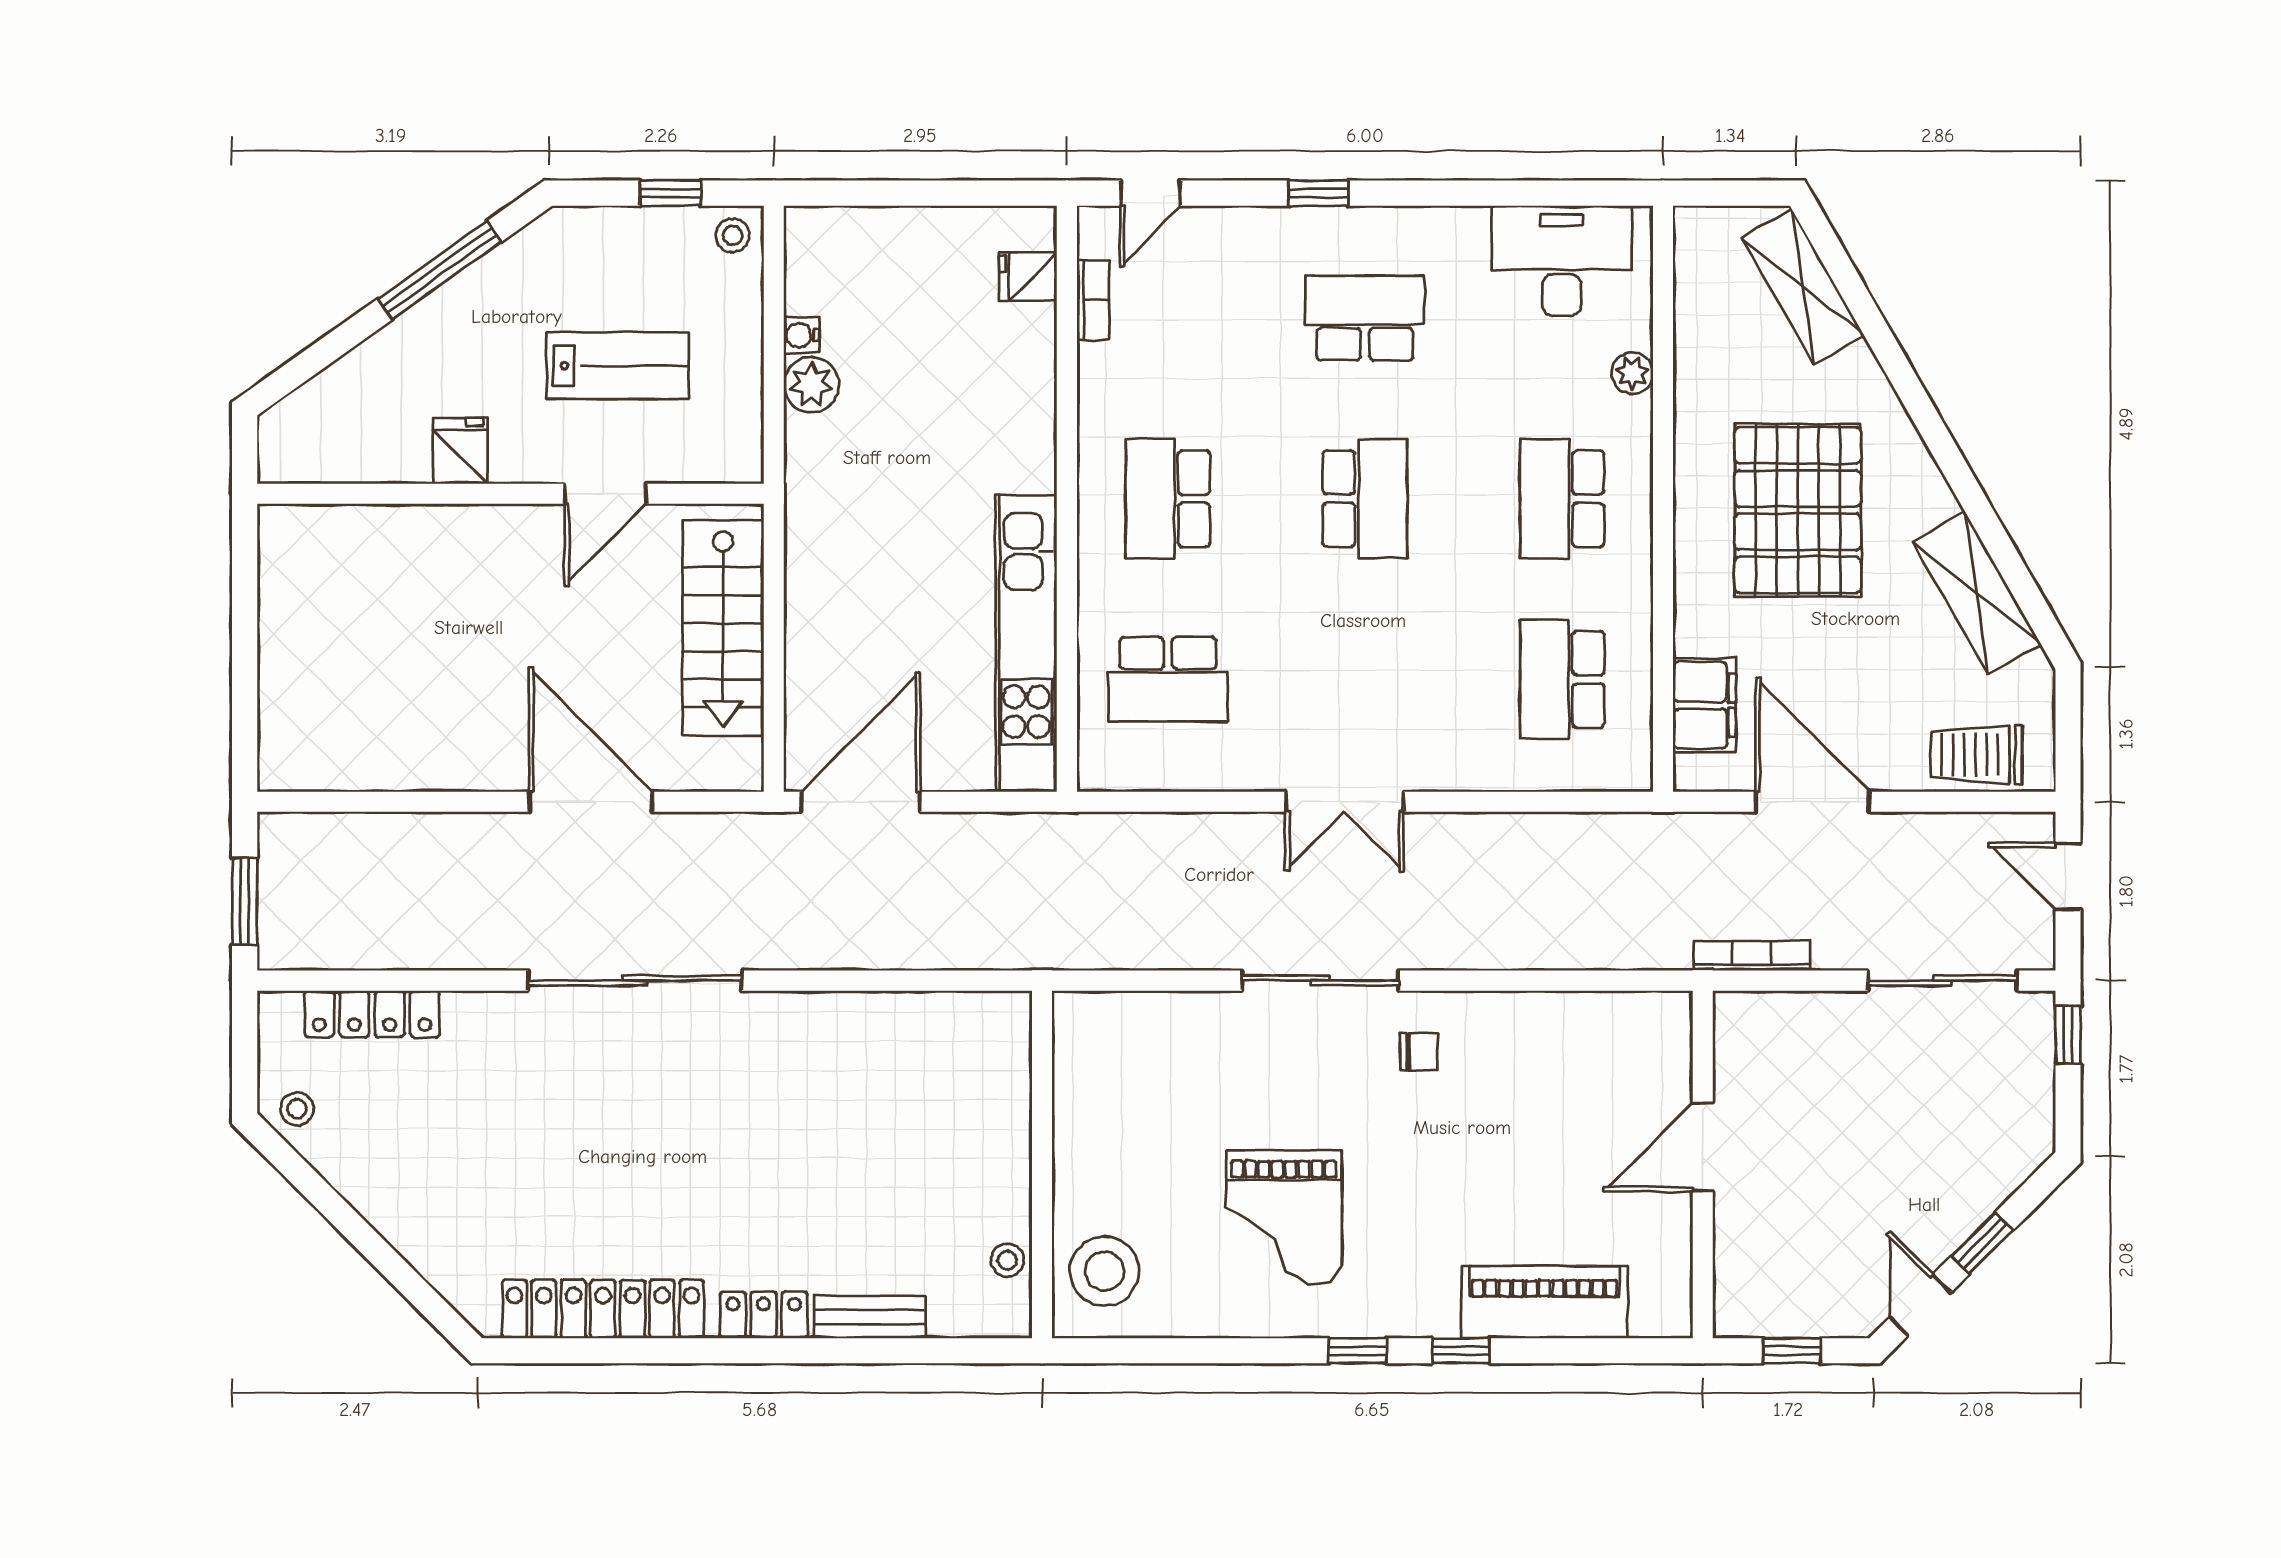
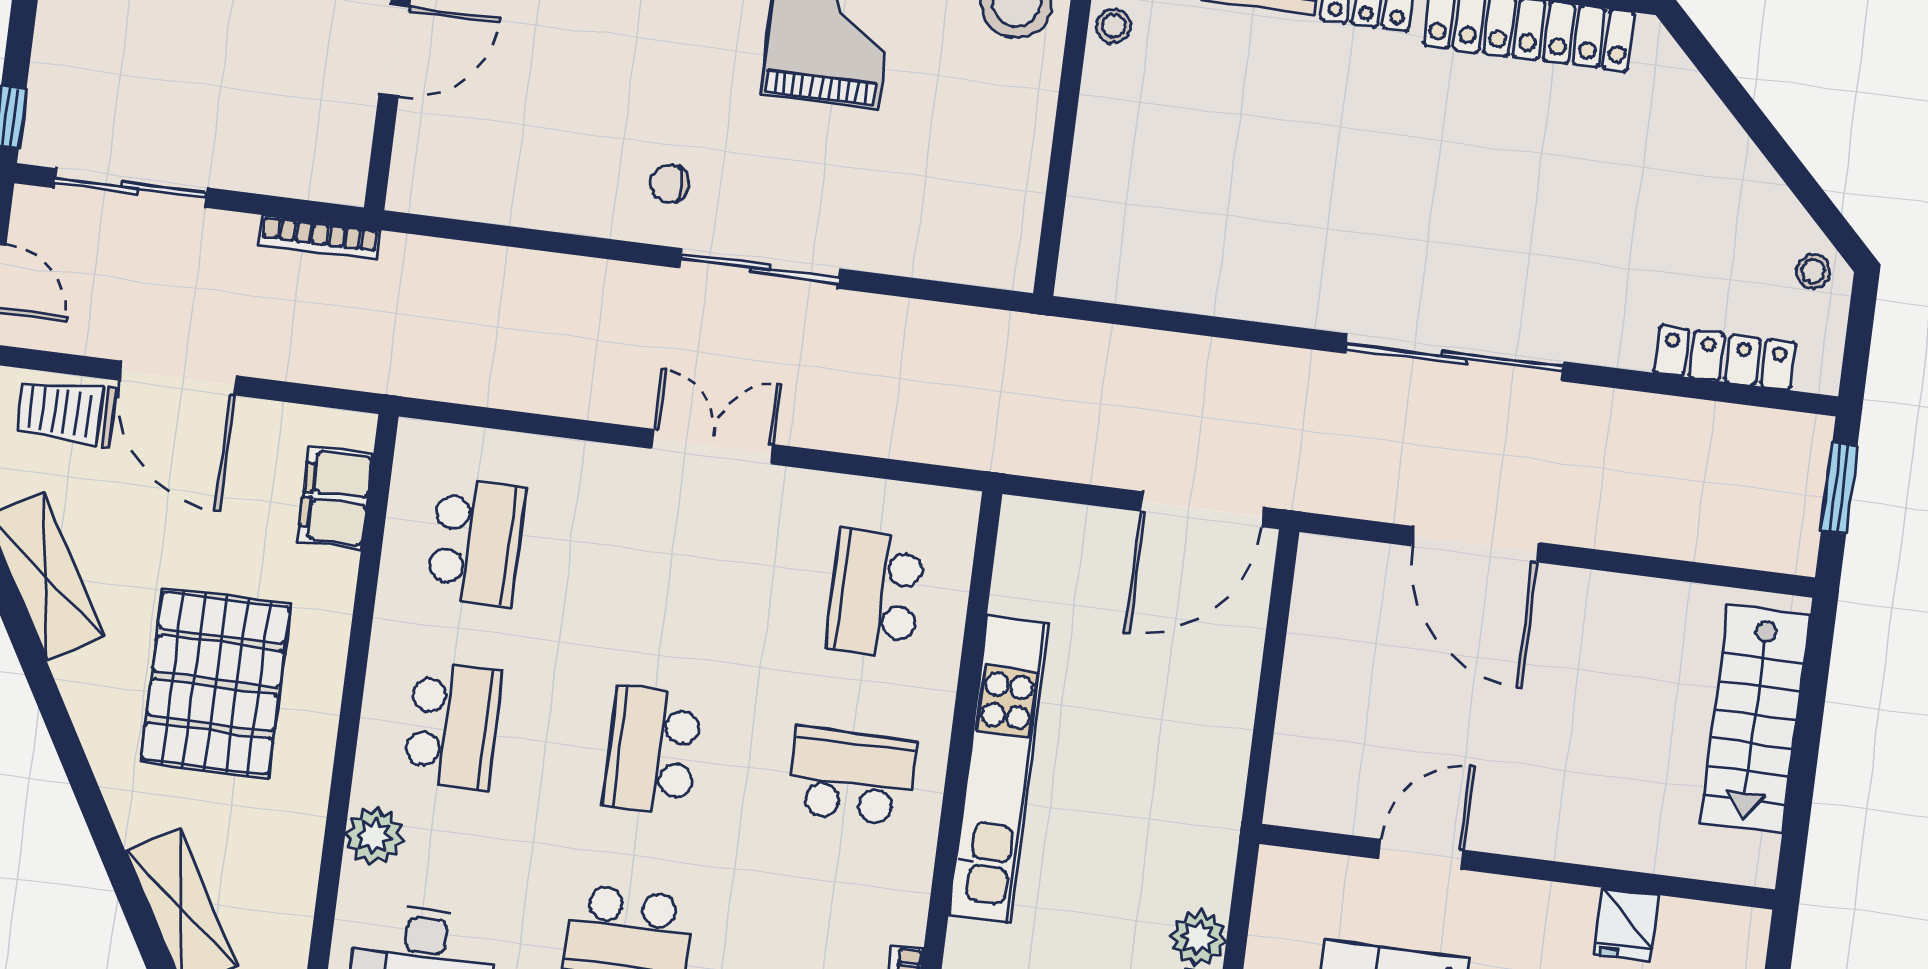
plant: (1632, 373) -> (374, 836), width x1.38, depth x1.38
fridge: (460, 451) -> (1626, 925), moved
school desk: (1168, 499) -> (852, 776), turned -90
stairs: (723, 628) -> (1755, 719), moved, turned 180
kitchen unit: (1026, 644) -> (999, 770), moved
school desk: (1168, 679) -> (875, 593), turned -90
trolley: (1976, 755) -> (66, 412), turned 180
door: (1813, 802) -> (178, 378), moved

